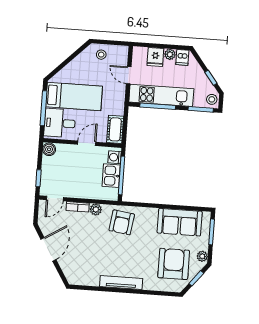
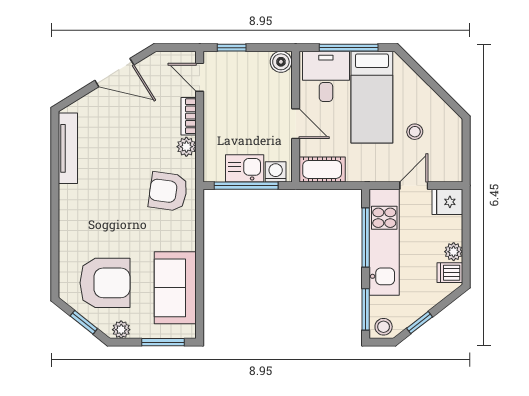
stool: (101, 55) -> (415, 132), moved
fridge: (155, 57) -> (447, 202), moved
tv unit: (121, 282) -> (68, 148), moved

